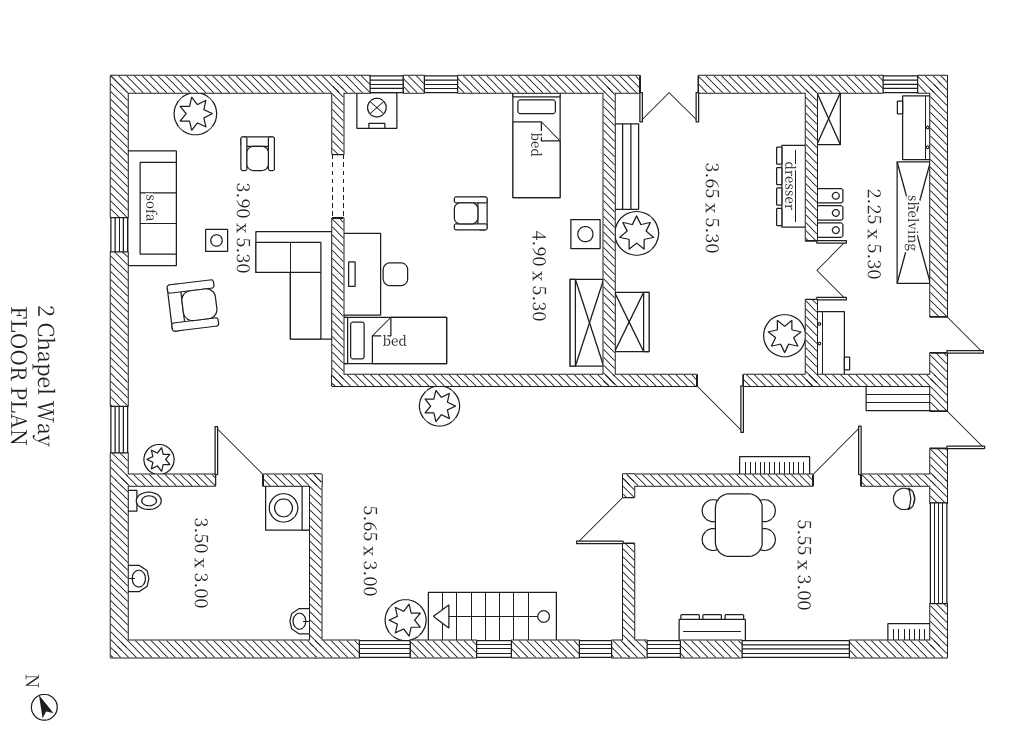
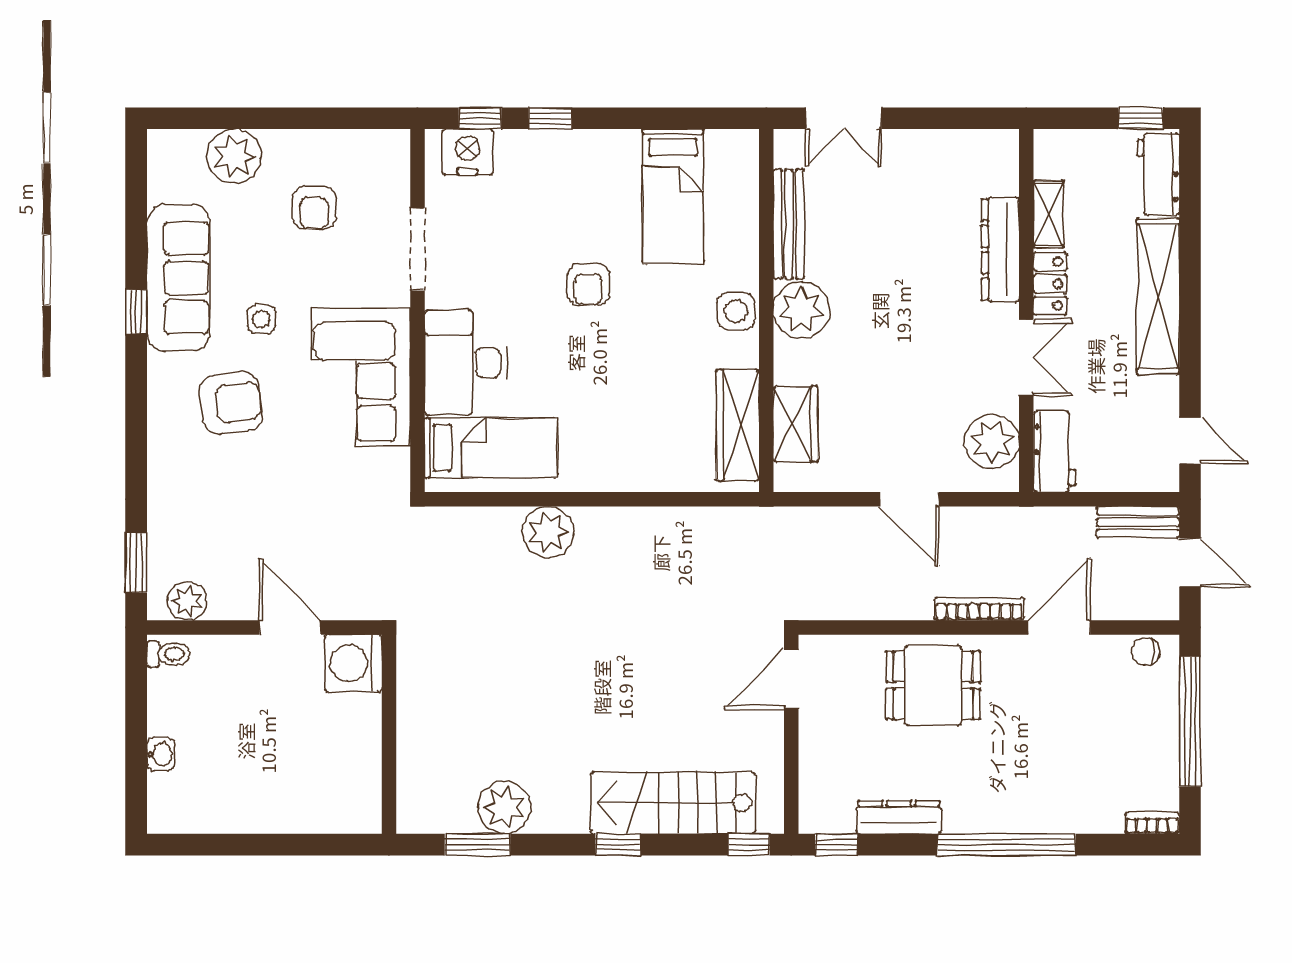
shelving: (829, 119) -> (1048, 214), moved
armchair: (471, 213) -> (588, 284), turned -90
stairs: (492, 616) -> (673, 803), moved
washbasin: (300, 621) -> (369, 809), removed

